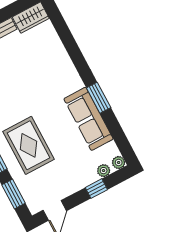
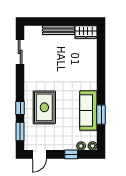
window: (99, 98) -> (101, 115), moved

